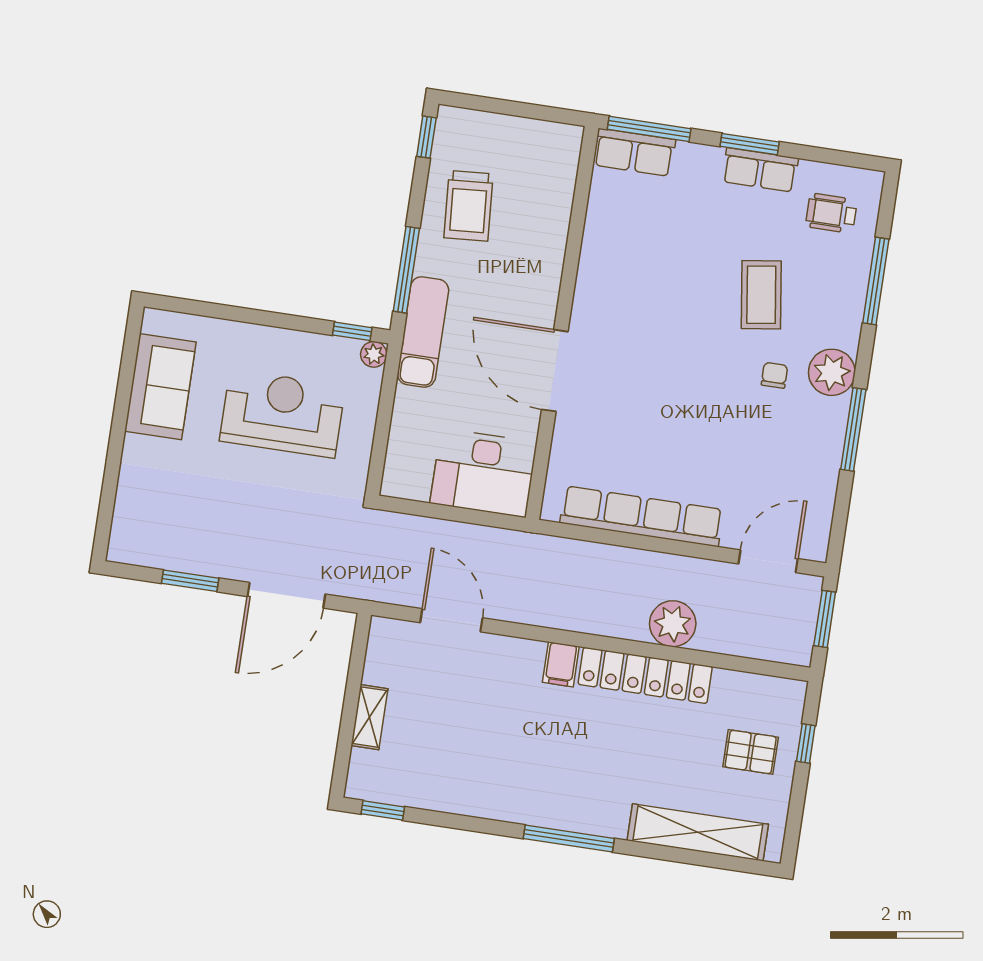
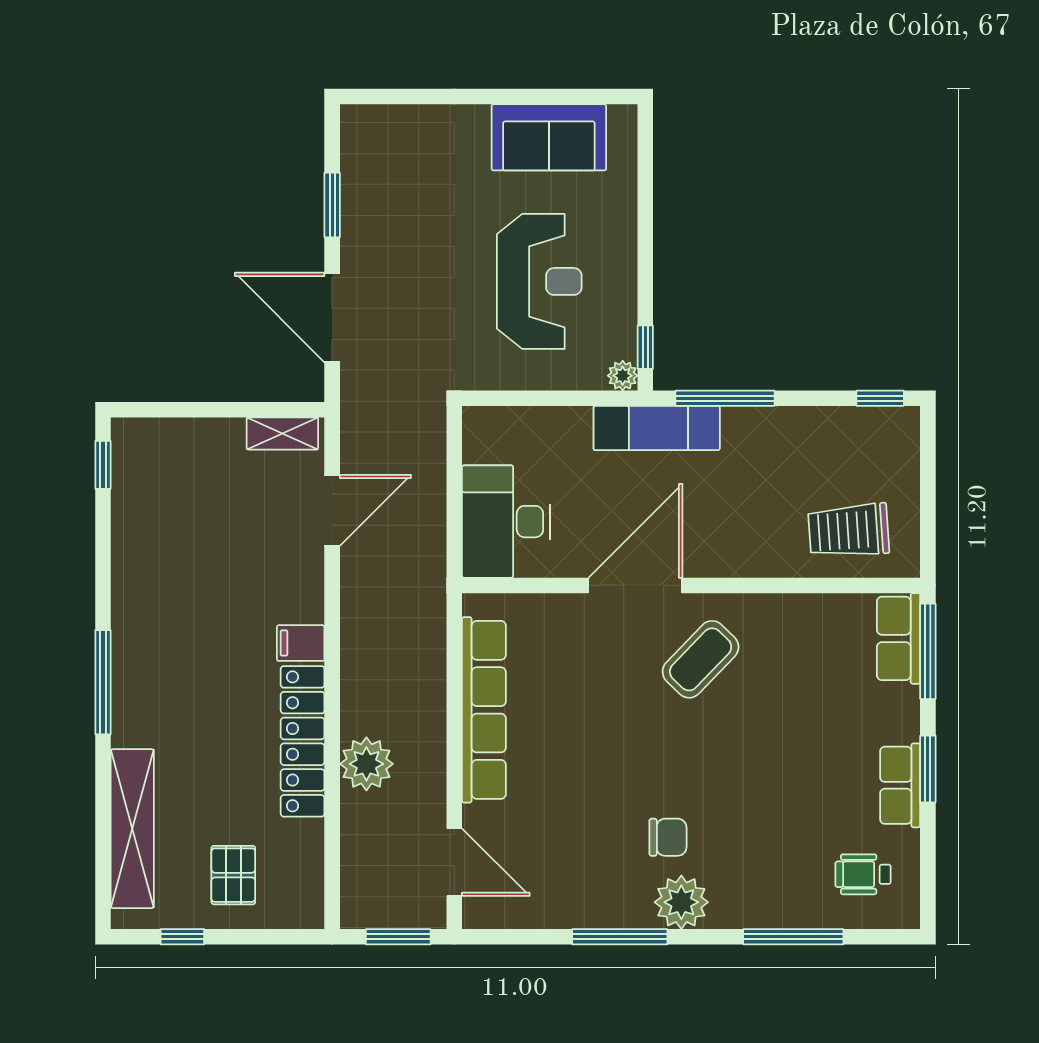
trolley: (468, 206) -> (849, 531), moved
wheelchair: (831, 213) -> (863, 874), turned -90
coffee table: (761, 295) -> (701, 659), moved, turned -38
chair: (774, 375) -> (668, 837), width x1.37, depth x1.37
shelving: (369, 717) -> (282, 433), moved
window: (806, 743) -> (182, 937), moved

